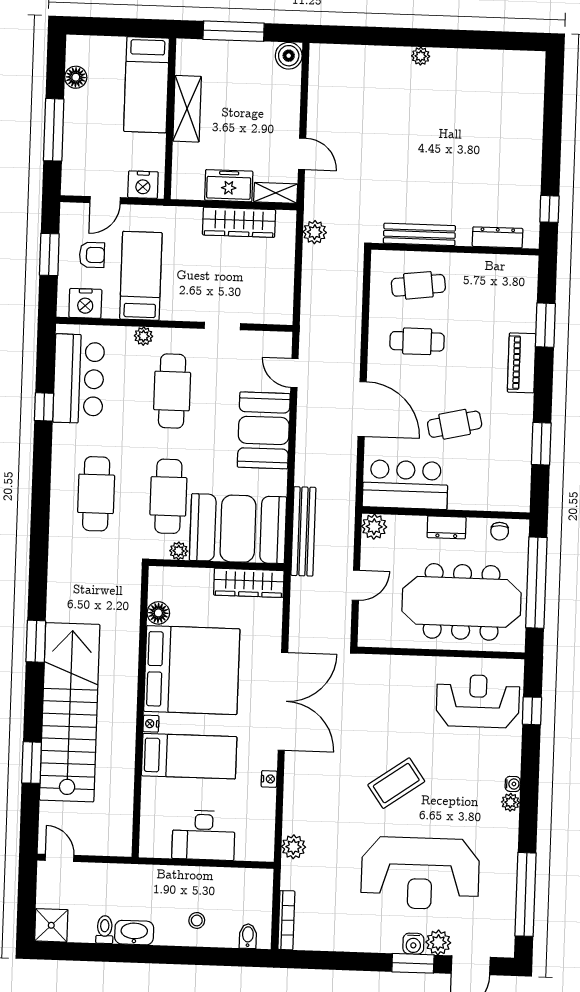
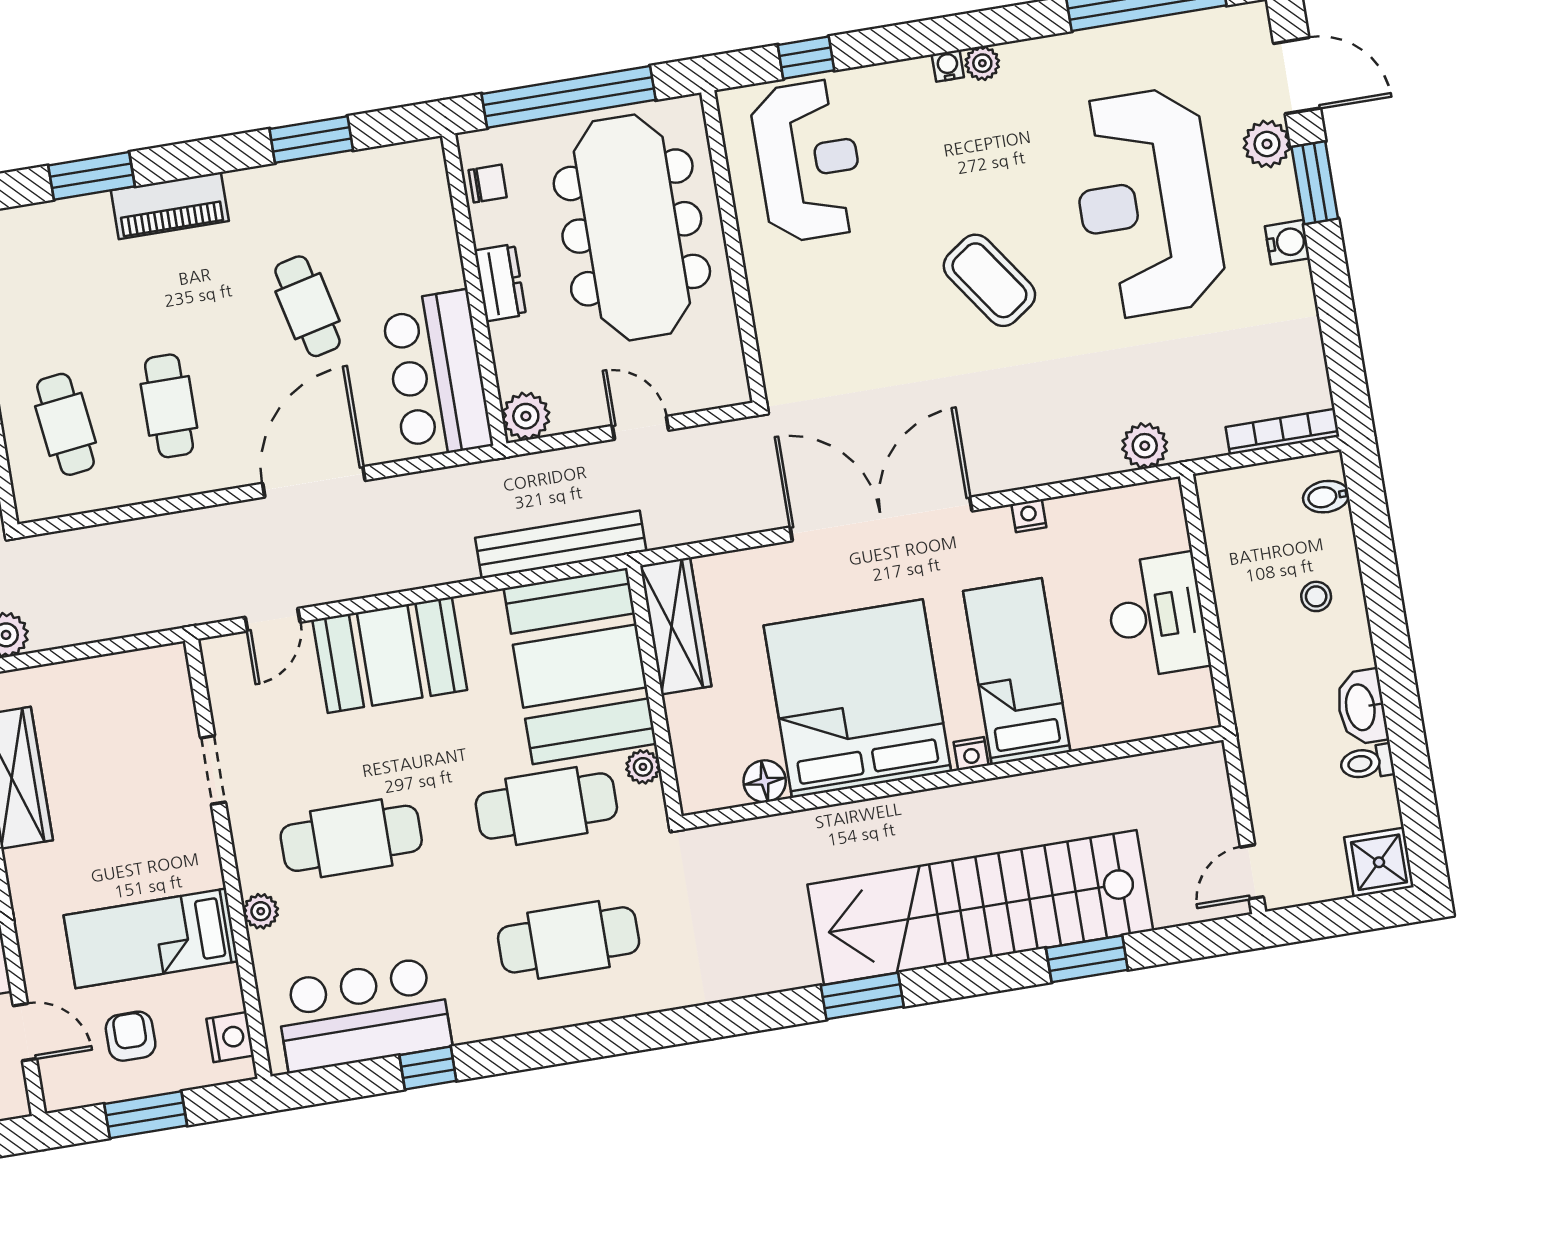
nightstand: (85, 303) -> (230, 1037), width x0.74, depth x0.75
reception desk: (478, 701) -> (808, 161), turned 180
reception desk: (420, 873) -> (1146, 203), turned 180
water cooler: (413, 944) -> (1287, 242), moved

